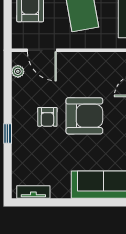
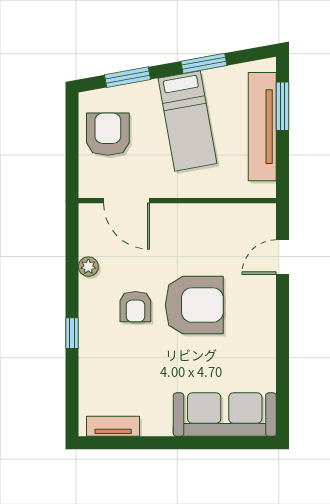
plant: (18, 71) -> (88, 267), moved

